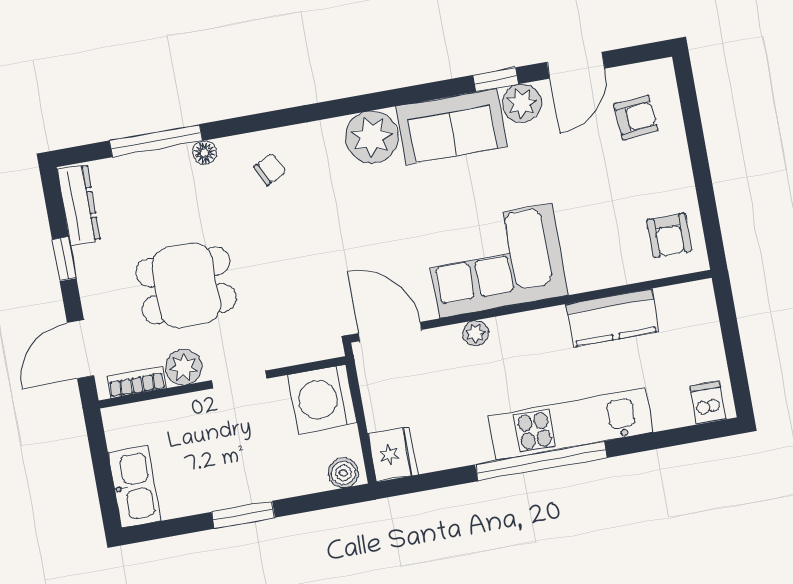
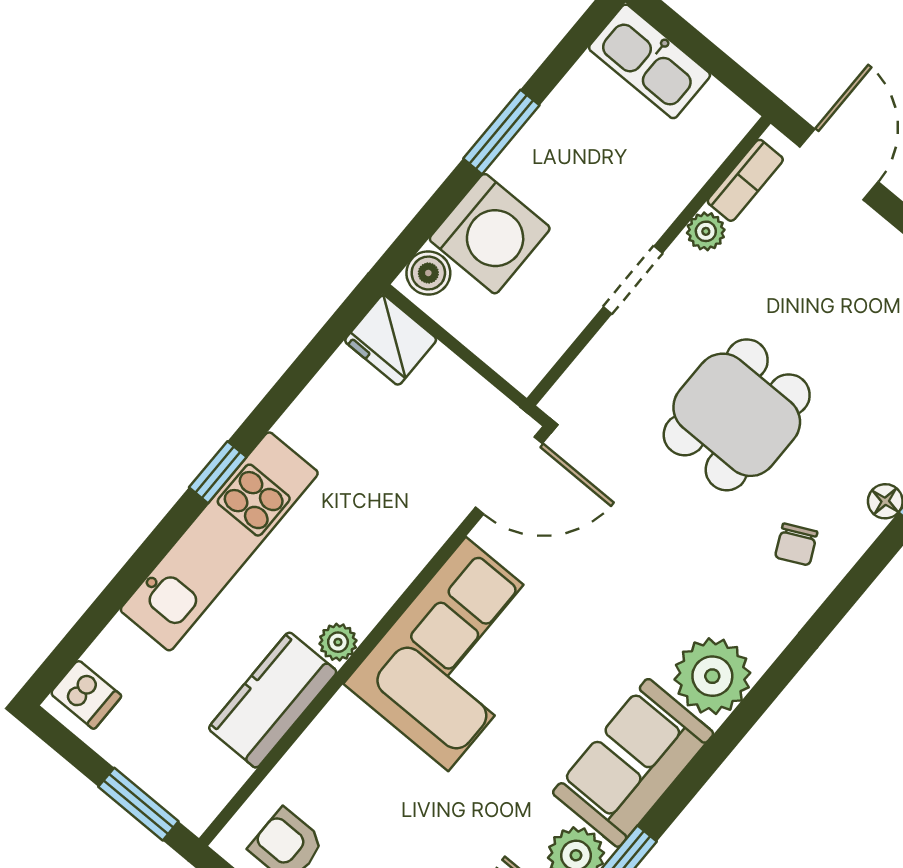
dining table: (186, 285) -> (737, 415), moved
window: (728, 322) -> (138, 804), added
plant: (476, 333) -> (338, 642), moved
plant: (184, 367) -> (706, 231), width x0.73, depth x0.73
washing machine: (323, 399) -> (490, 234), moved, turned 90
window: (541, 461) -> (218, 472), width x0.32

